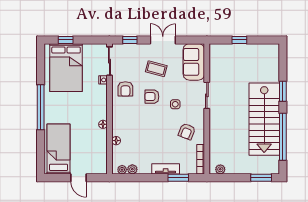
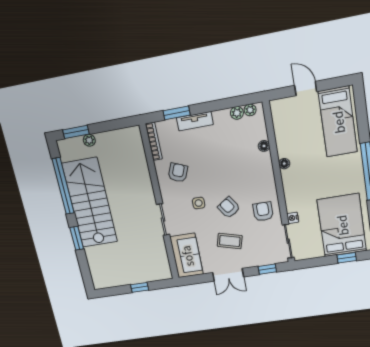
armchair: (152, 97) -> (229, 208), turned -124
plant: (220, 169) -> (89, 140), moved

